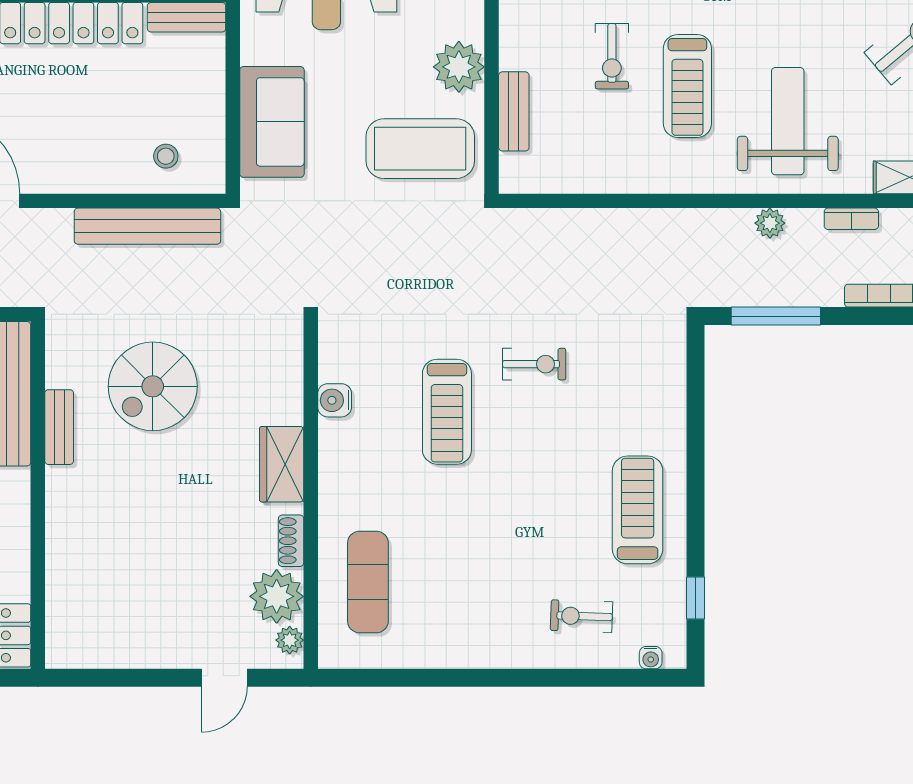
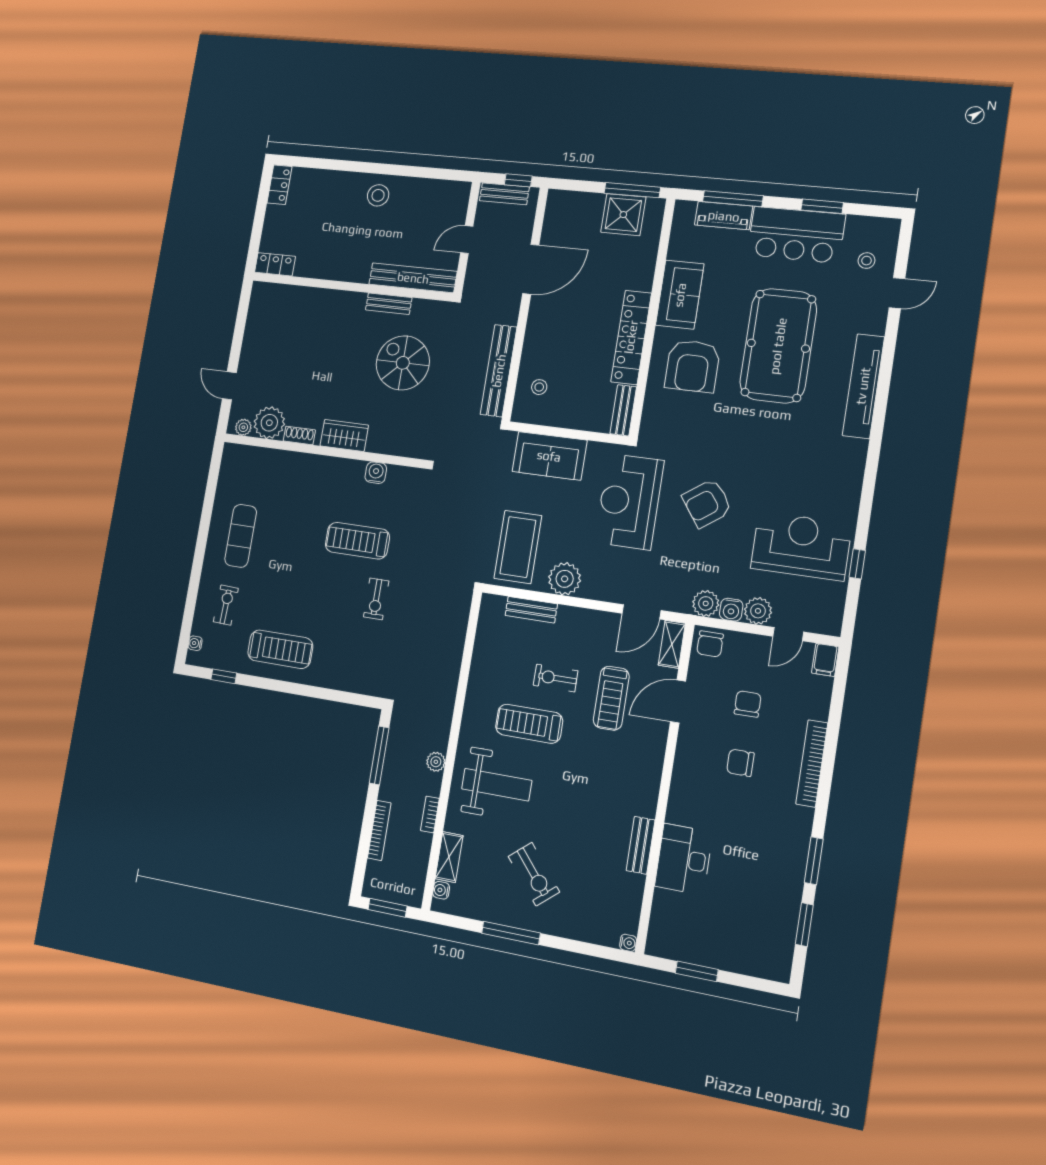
exercise mat: (368, 582) -> (241, 536), moved, turned 90

